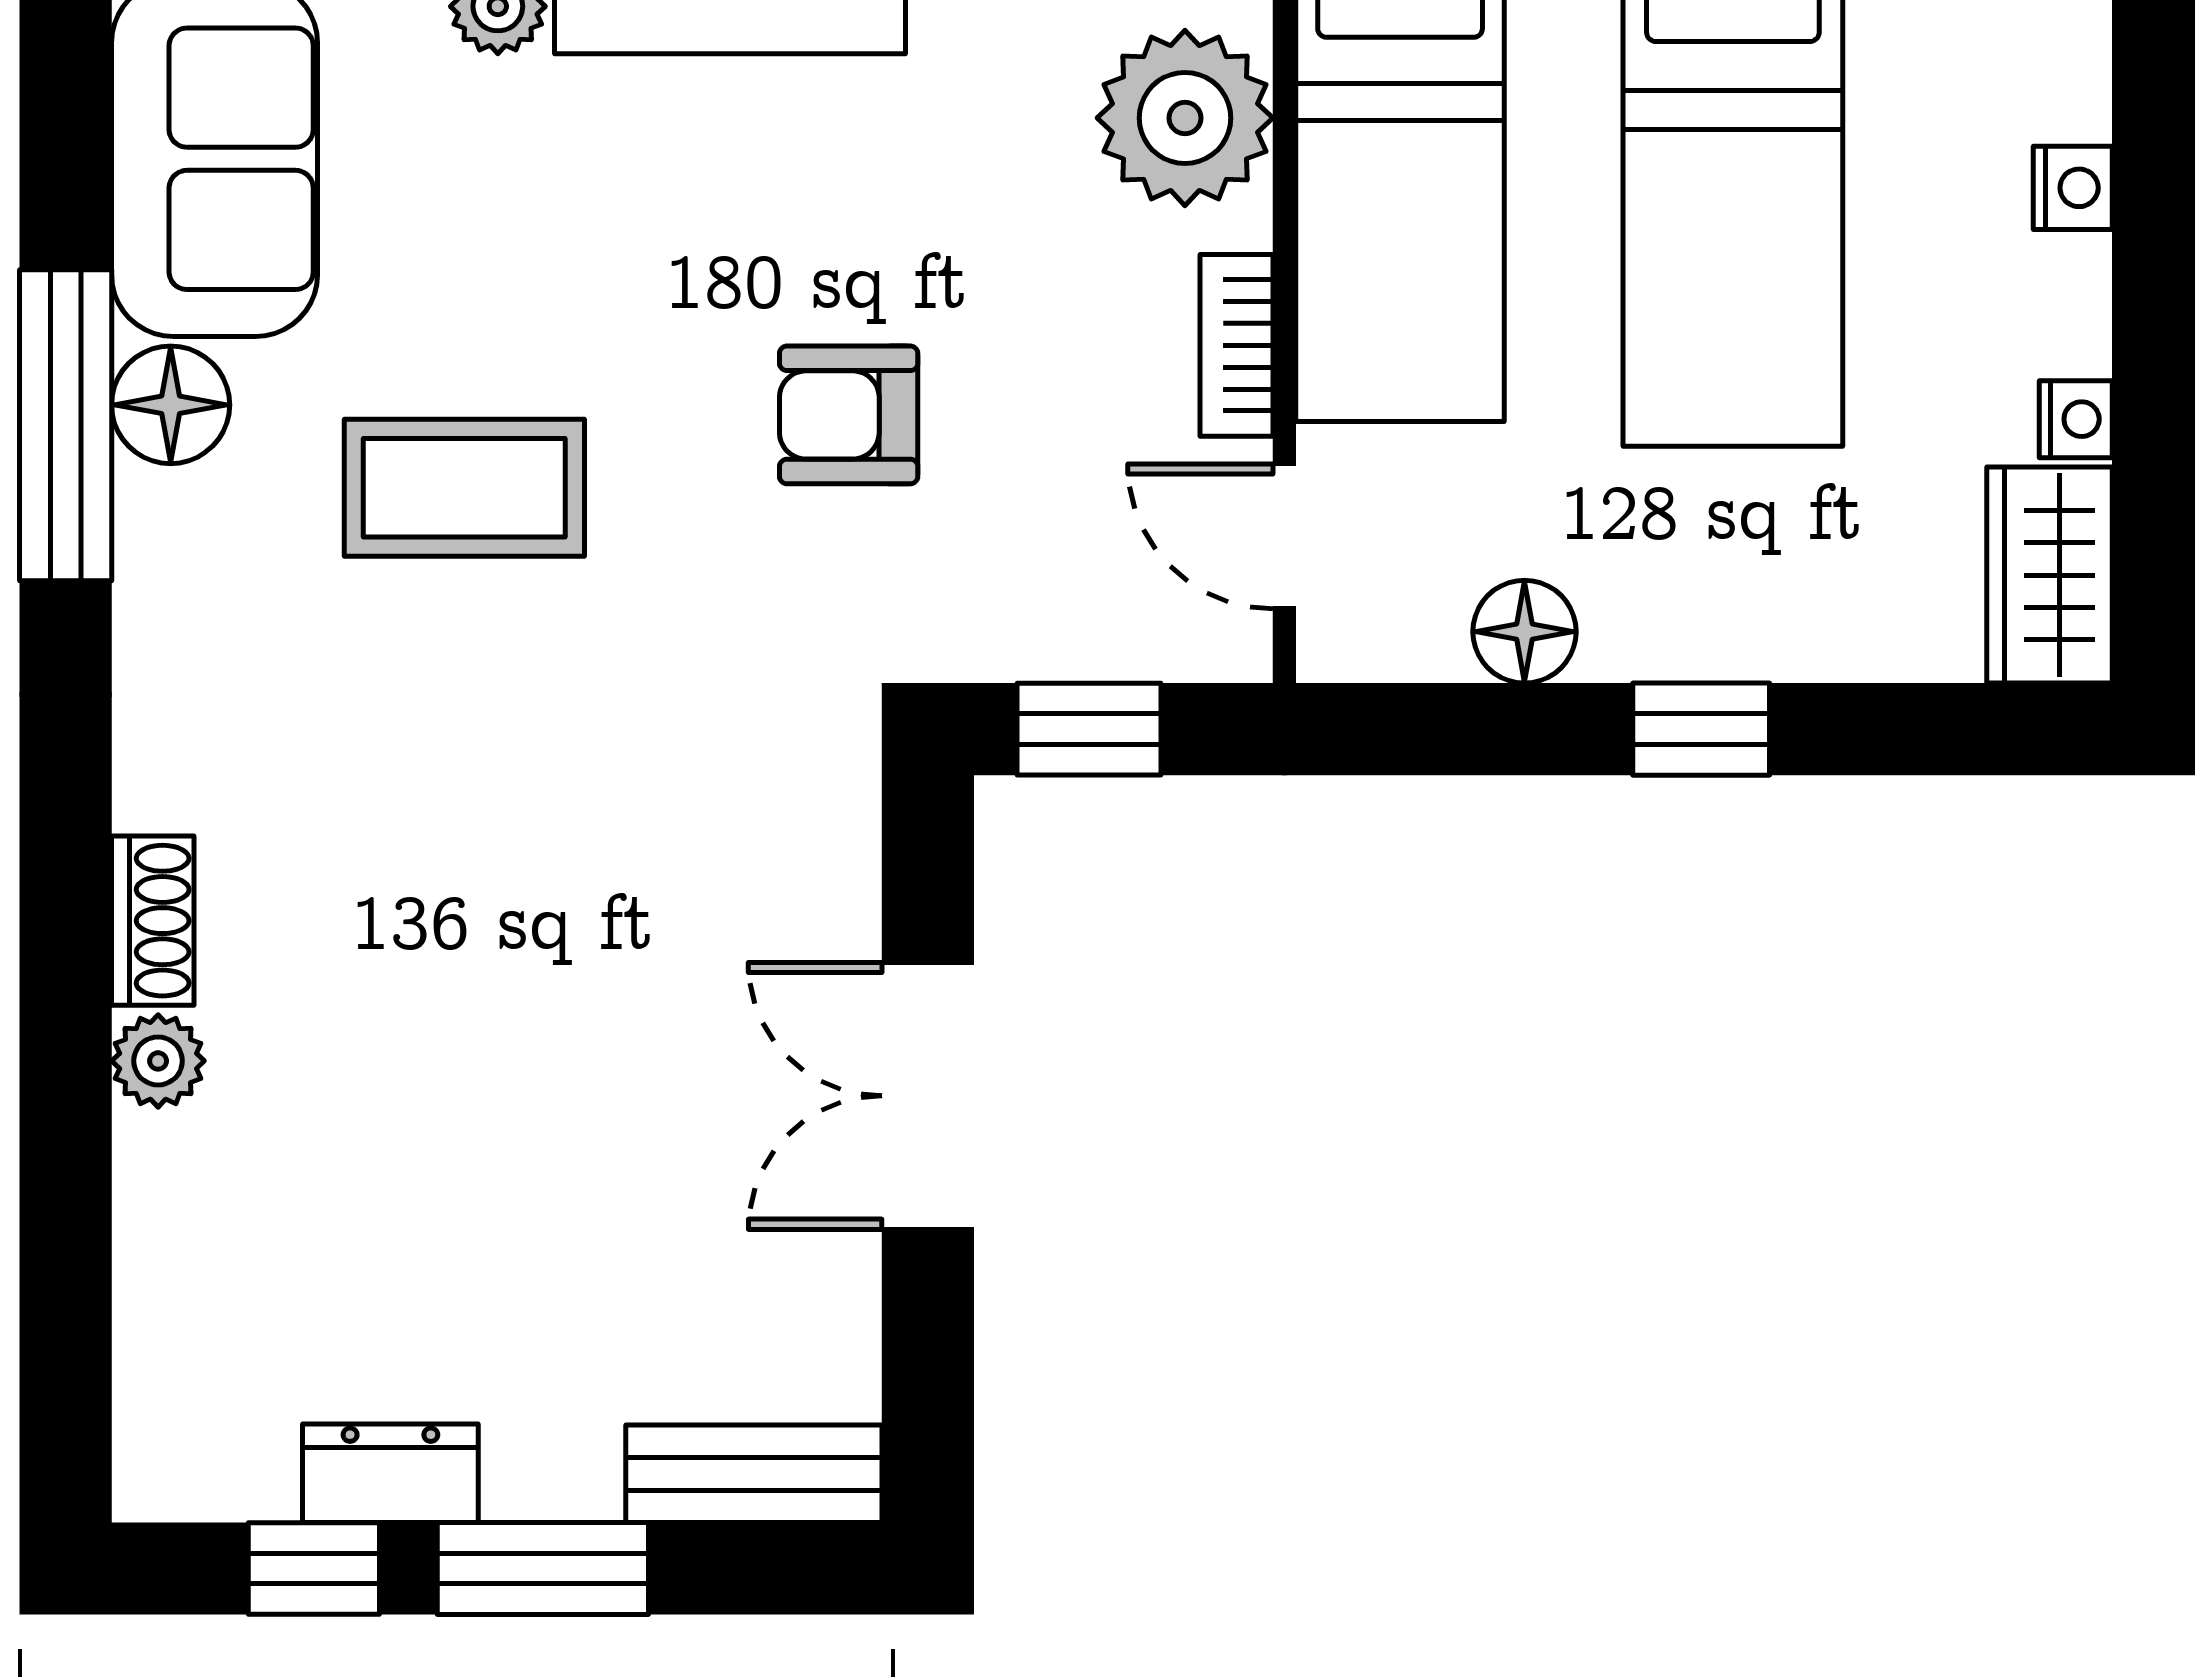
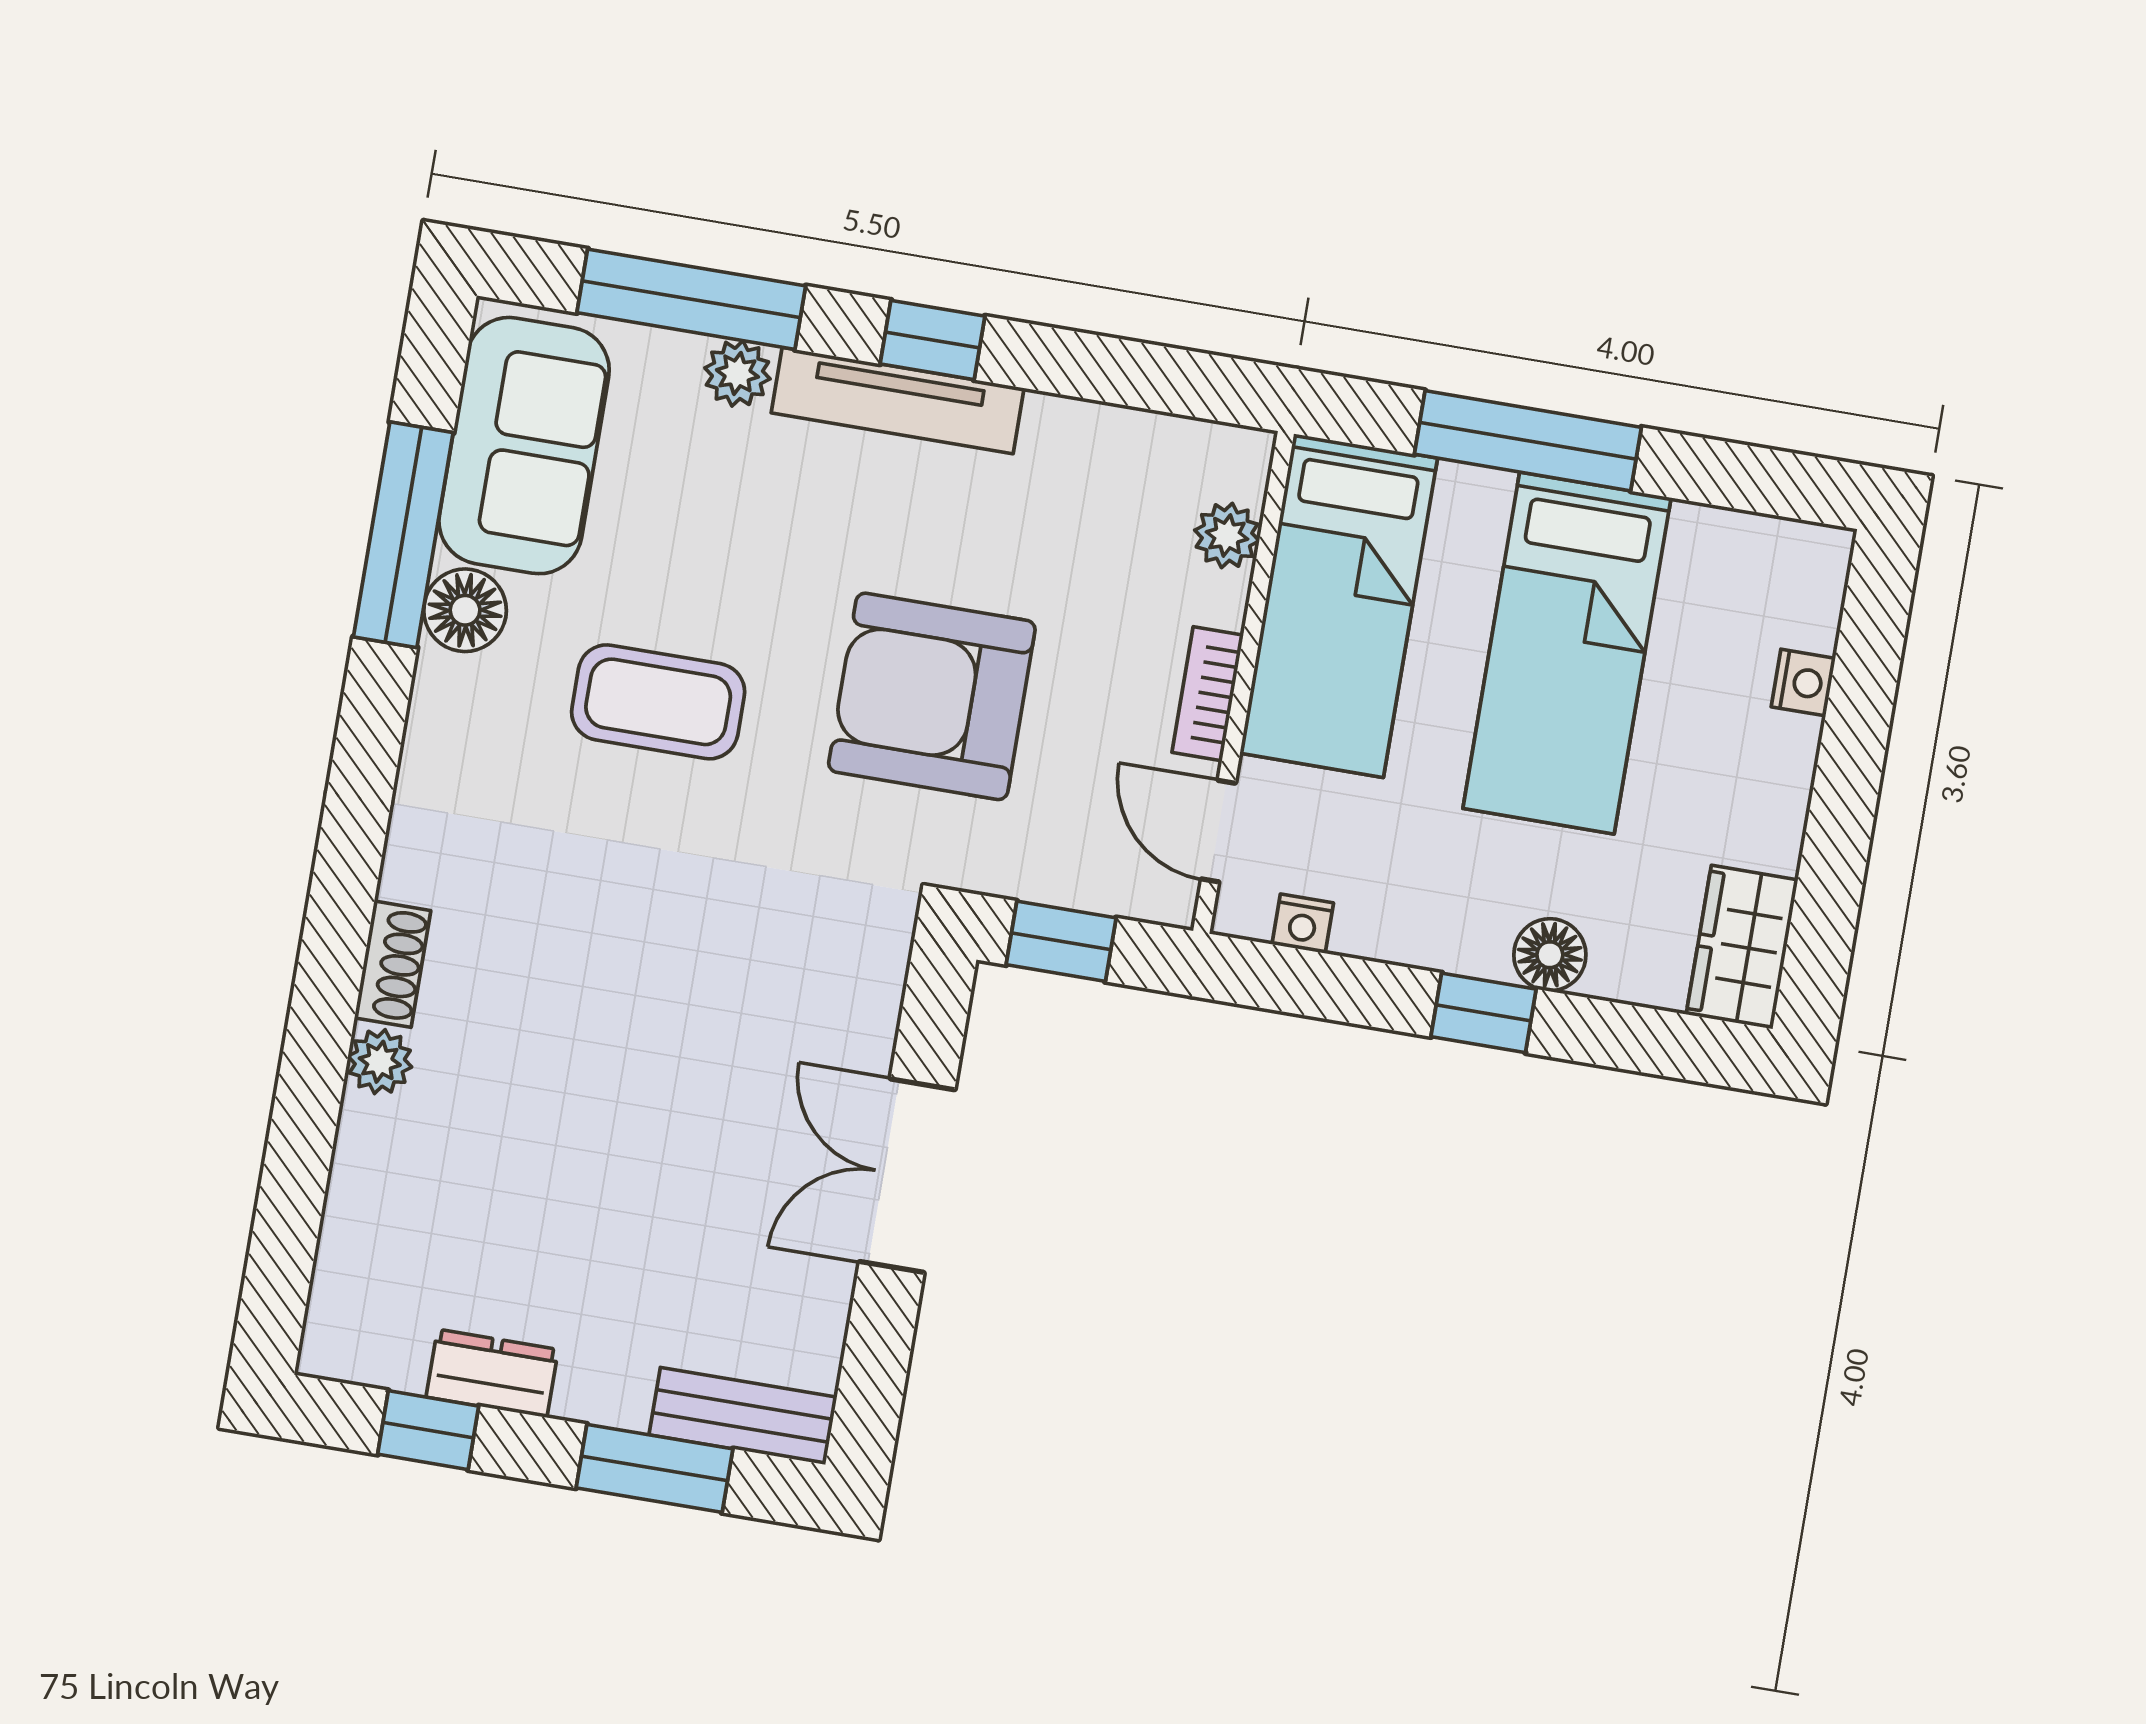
plant: (1185, 118) -> (1227, 535), width x0.53, depth x0.53
armchair: (849, 415) -> (932, 696), width x1.88, depth x1.88
nightstand: (2076, 419) -> (1303, 924), moved, turned 90
window: (66, 425) -> (403, 535), moved
floor lamp: (1524, 632) -> (1550, 955), moved
window: (543, 1569) -> (654, 1468), moved

